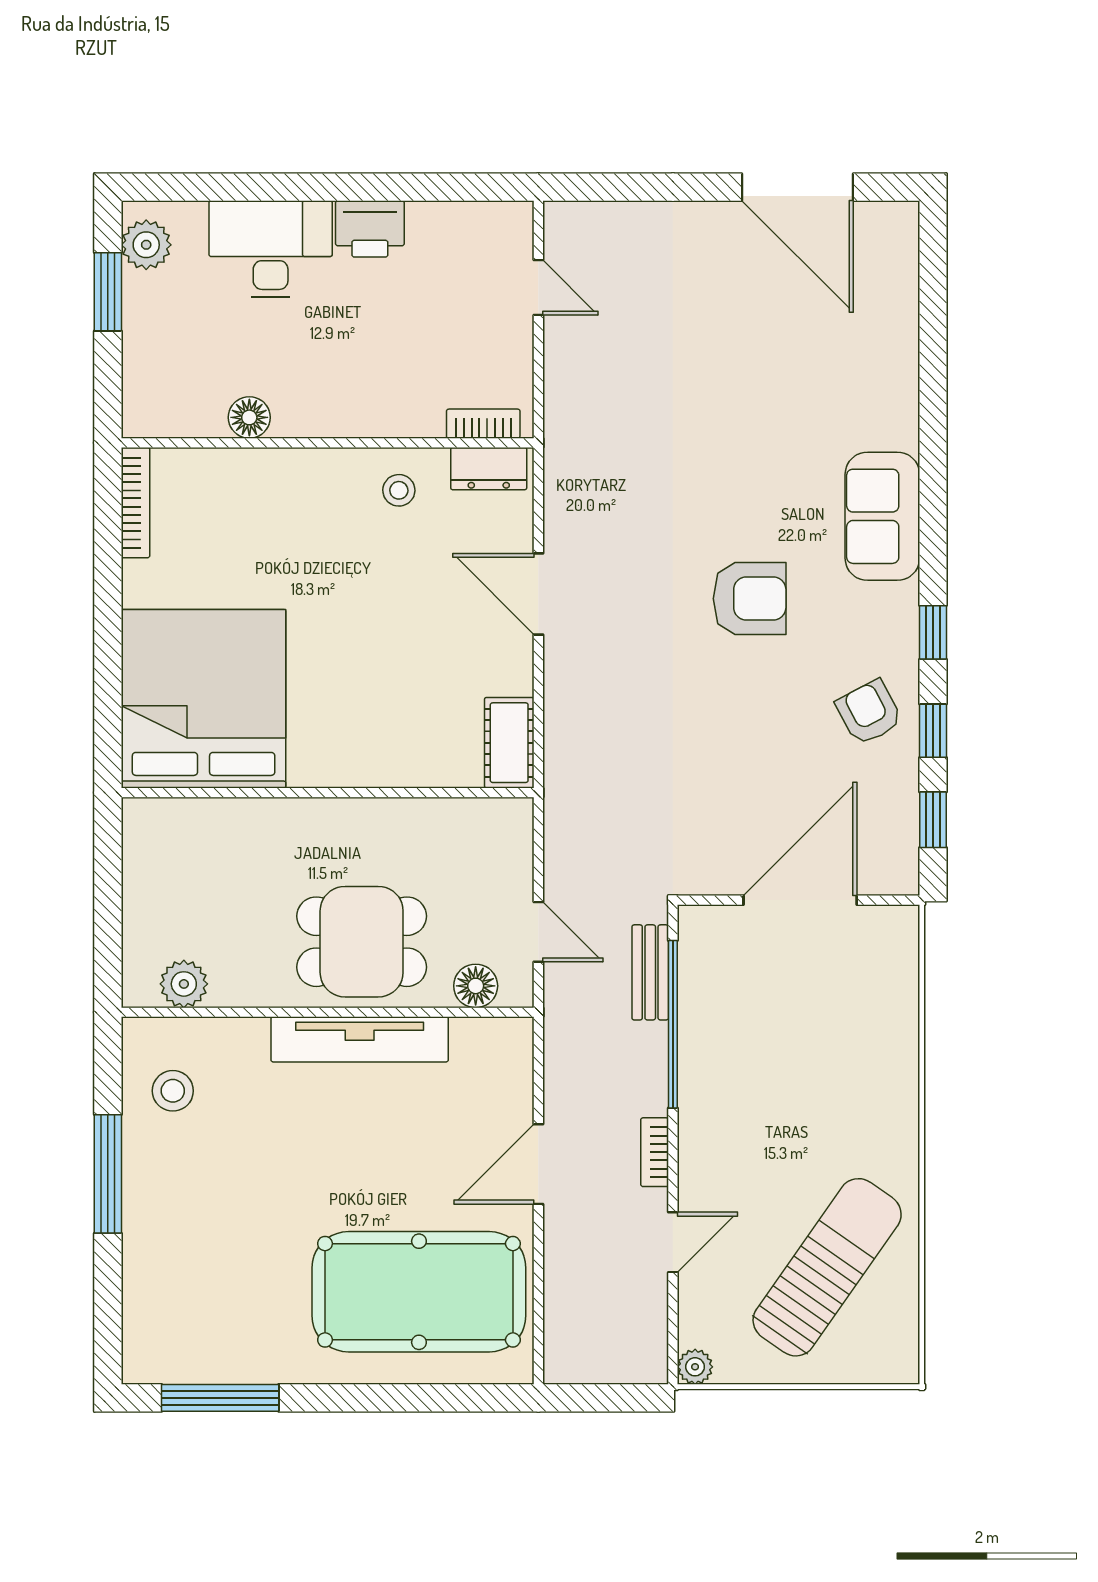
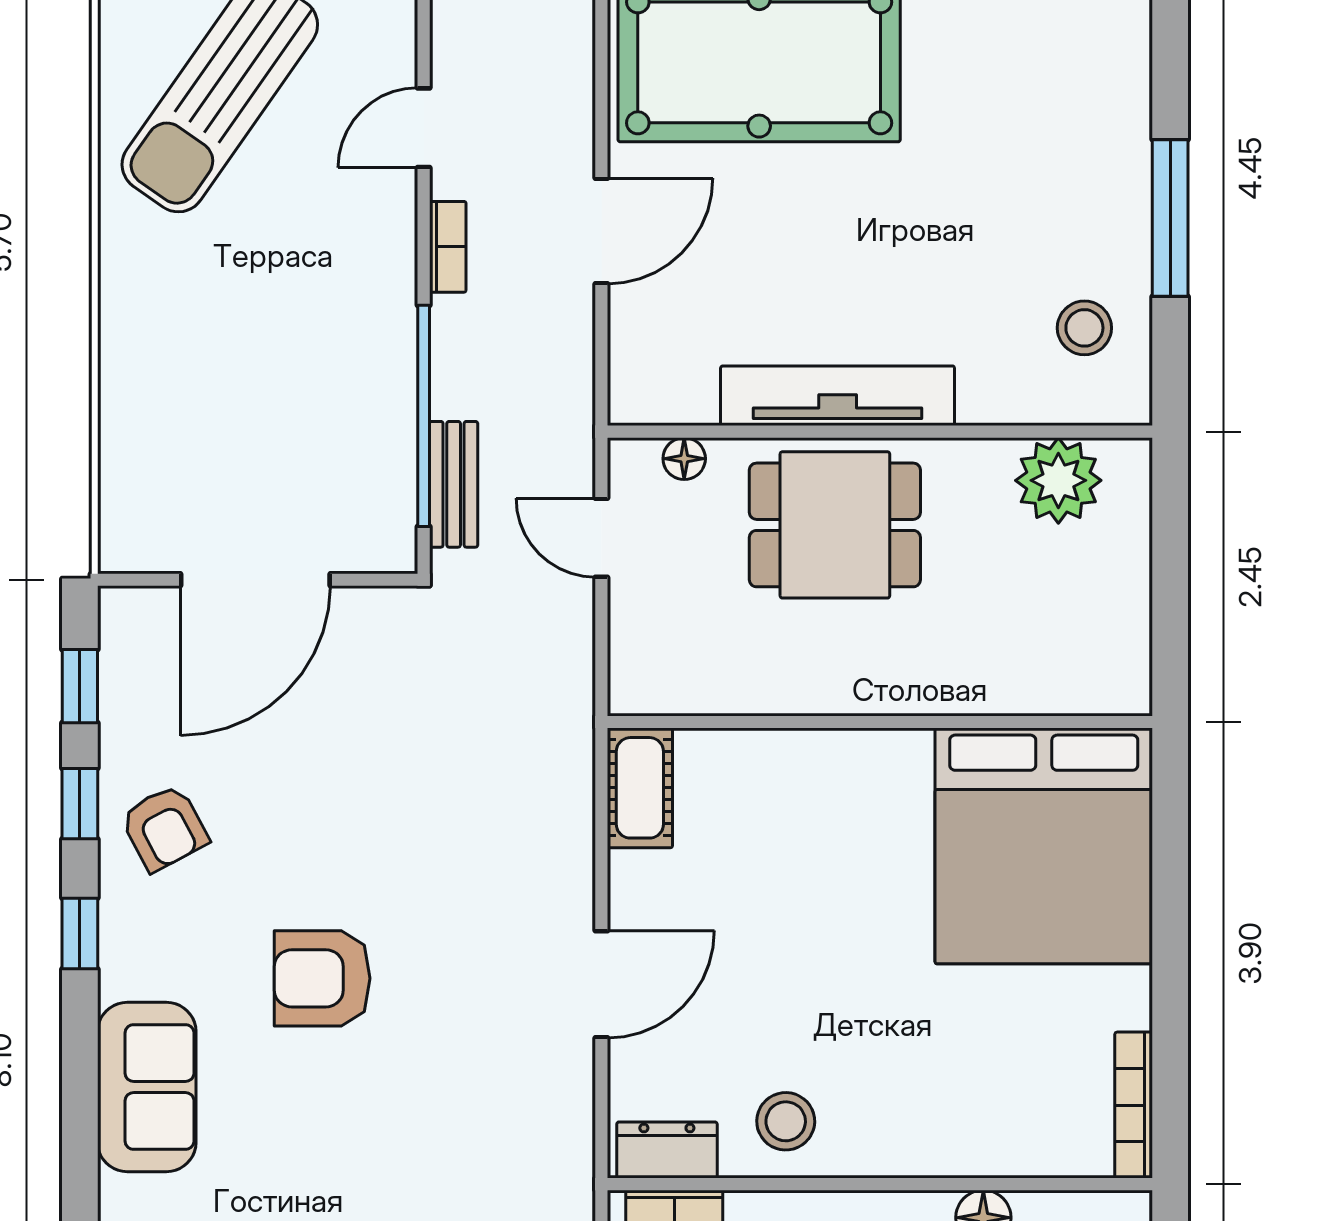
stool: (399, 490) -> (786, 1121), width x1.37, depth x1.37
door: (538, 594) -> (601, 984), hinge flipped
plant: (184, 984) -> (1058, 480), width x1.36, depth x1.36
floor lamp: (476, 986) -> (684, 459), width x0.73, depth x0.73

